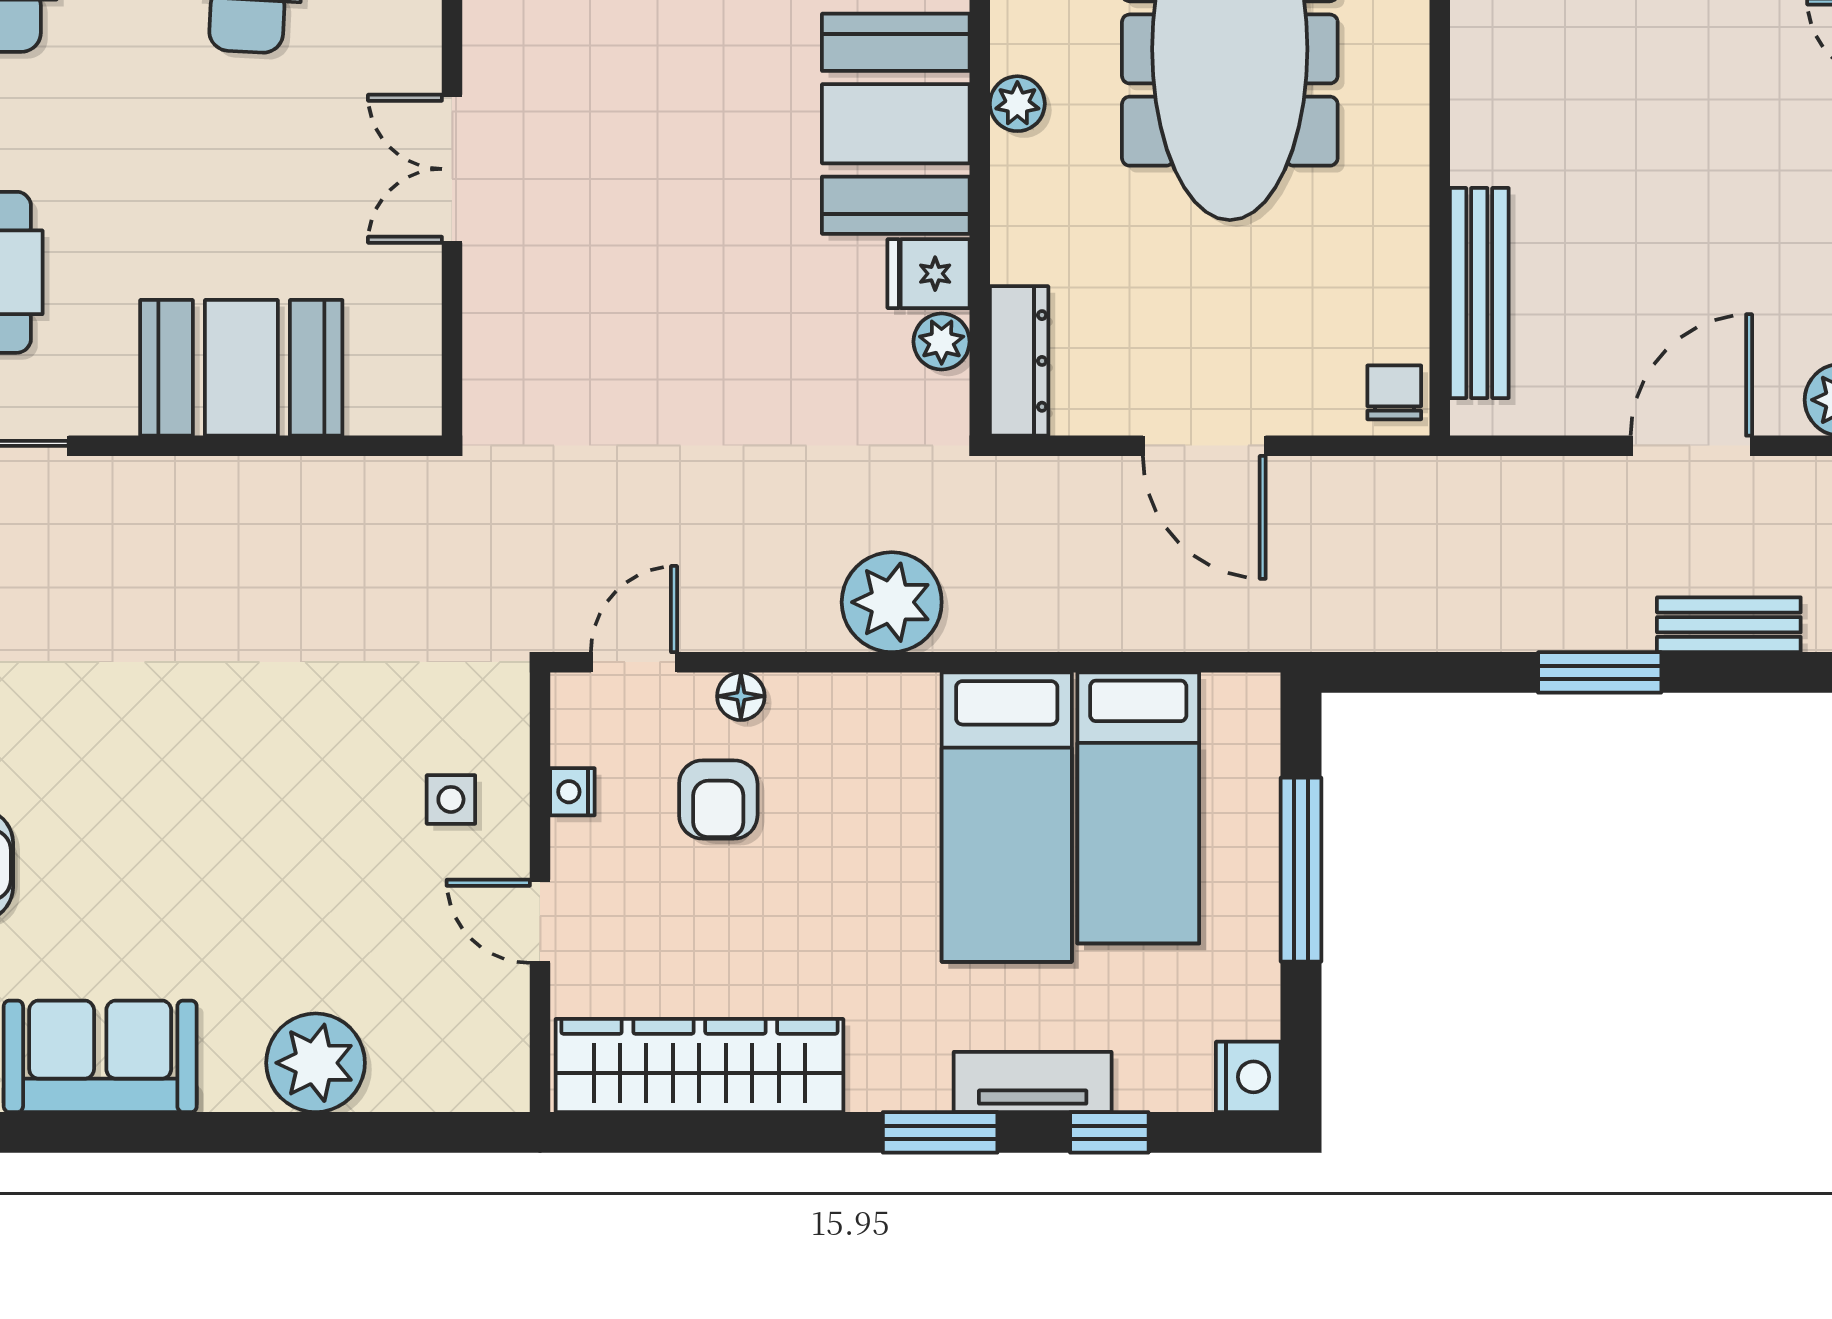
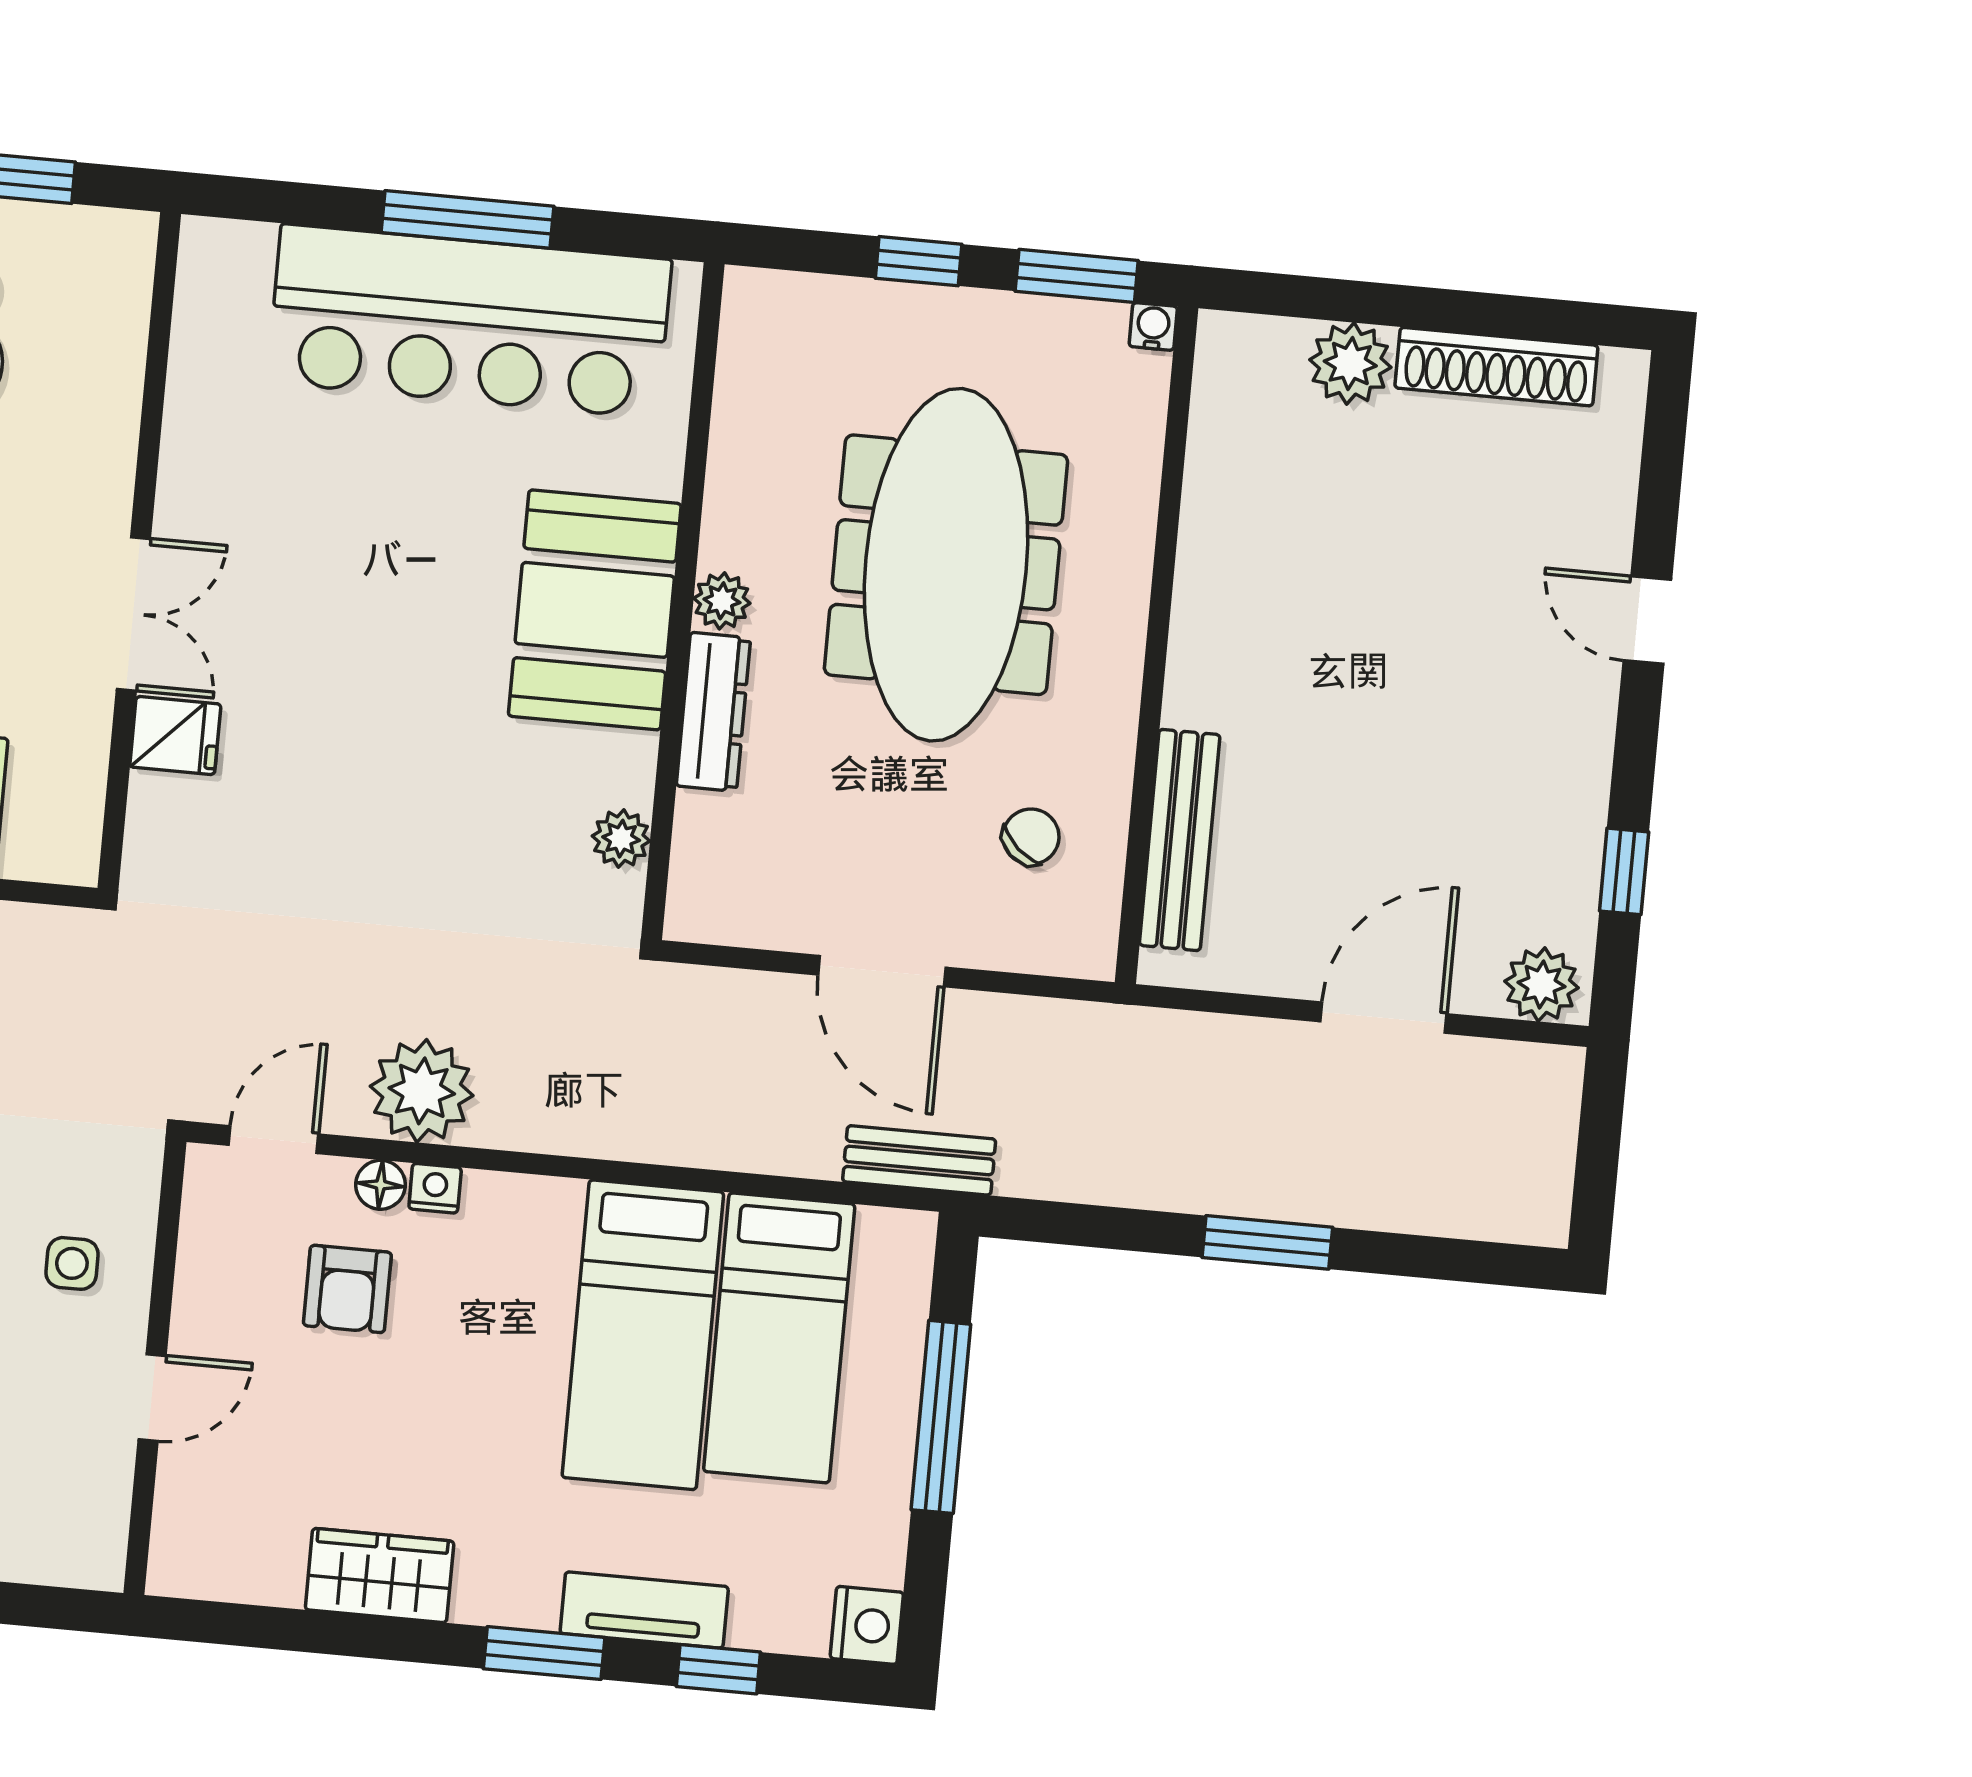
double door: (452, 169) -> (133, 614), swing flipped
fridge: (929, 274) -> (175, 736), moved, turned 180
dresser: (1019, 361) -> (713, 712), moved
chair: (1394, 392) -> (1031, 837), moved, turned 42
plant: (892, 602) -> (422, 1091), moved
bench: (1729, 625) -> (919, 1160), moved
nightstand: (572, 792) -> (435, 1188), moved, turned 90
door: (540, 921) -> (152, 1397), swing flipped
wardrobe: (699, 1066) -> (380, 1575), width x0.48, depth x0.85

